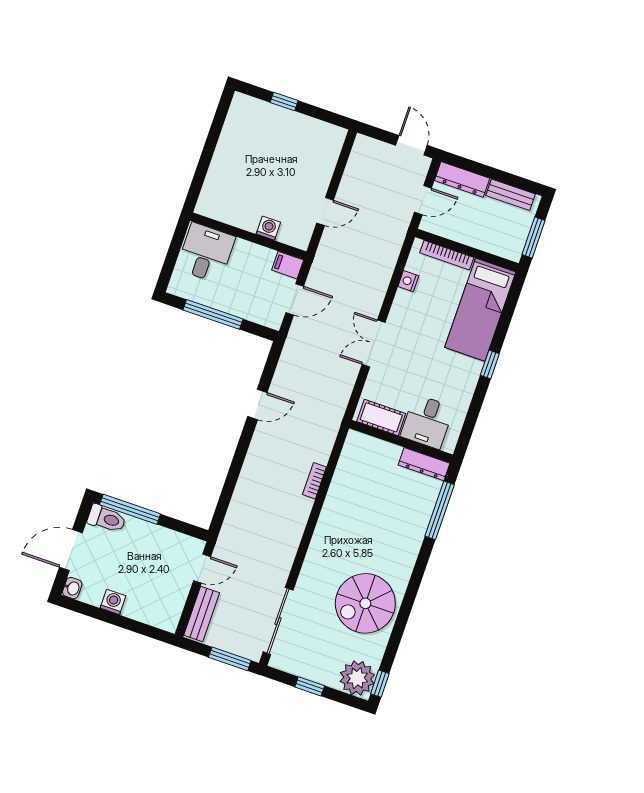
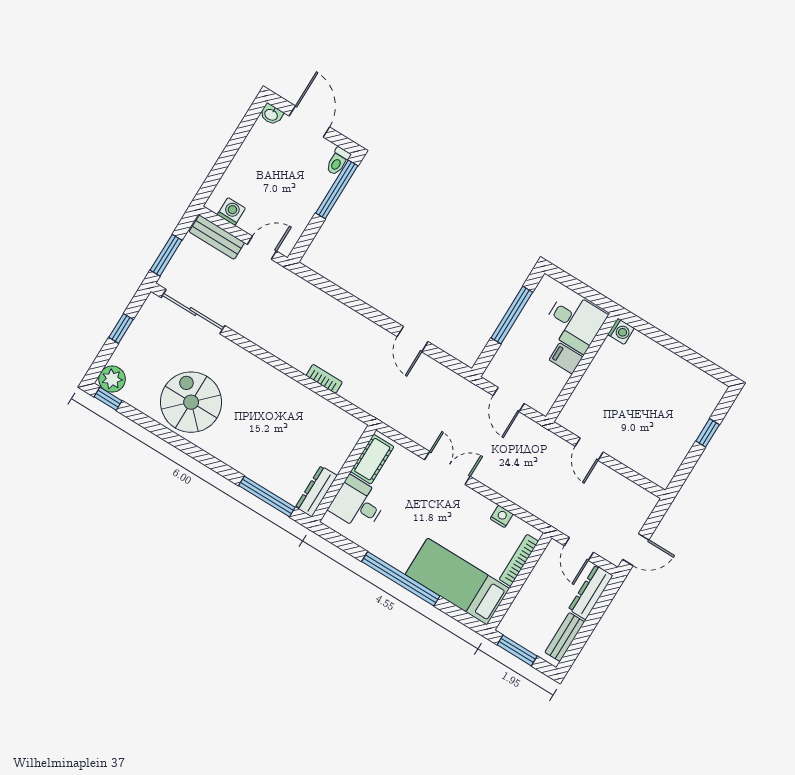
washing machine: (268, 228) -> (621, 331), moved
filing cabinet: (288, 265) -> (566, 358), moved, turned -90
window: (490, 365) -> (401, 579), width x3.17
toilet: (107, 519) -> (338, 161), width x0.73, depth x0.72
door: (202, 569) -> (262, 248), swing flipped
washing machine: (113, 602) -> (231, 211), moved, turned -90
plant: (357, 678) -> (112, 379), width x0.73, depth x0.73

